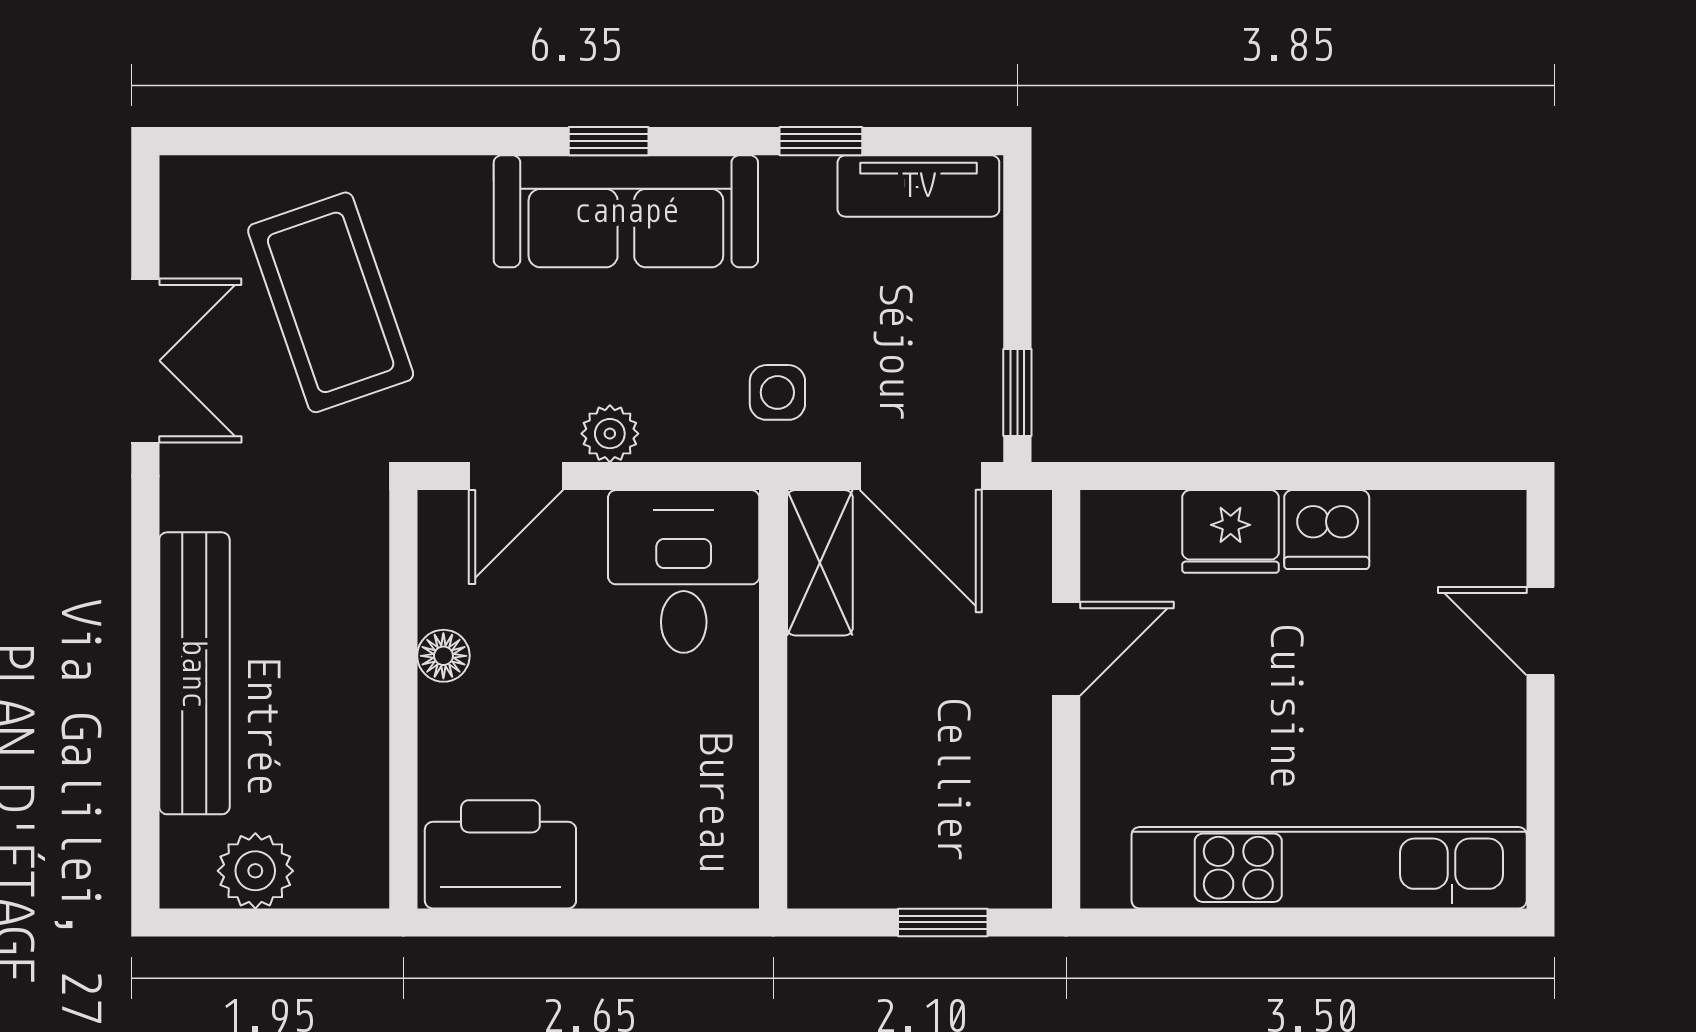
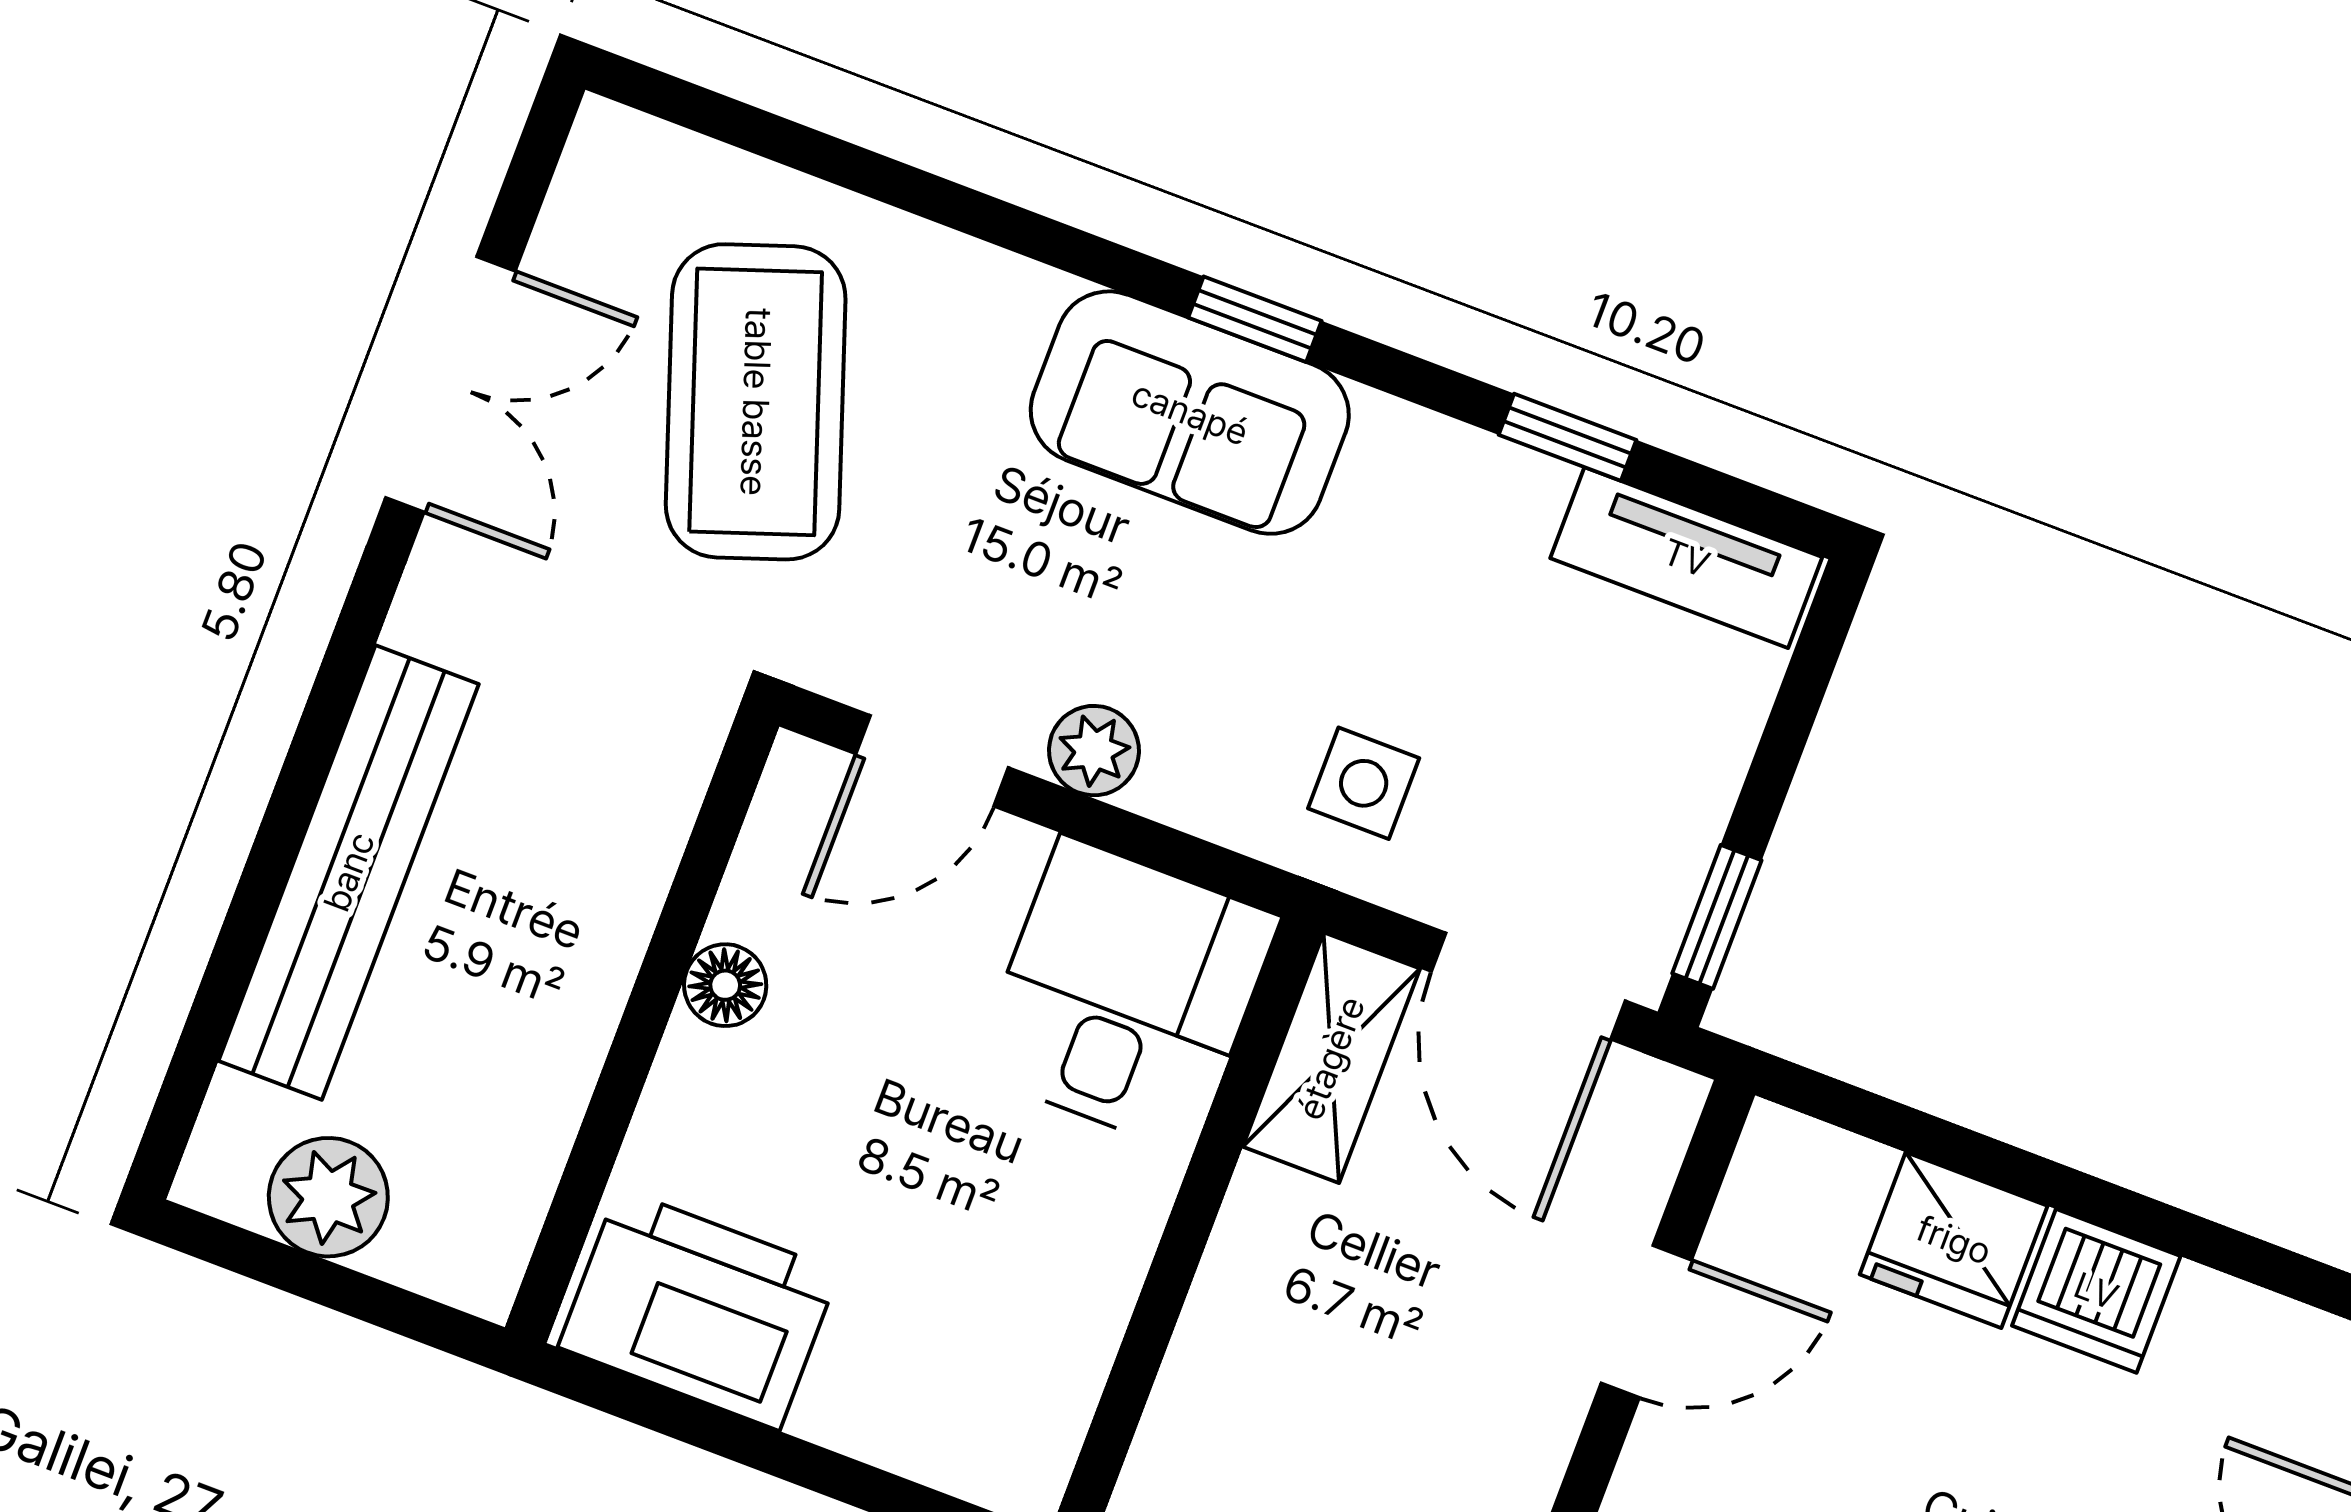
sofa: (626, 211) -> (1190, 413), width x0.73

